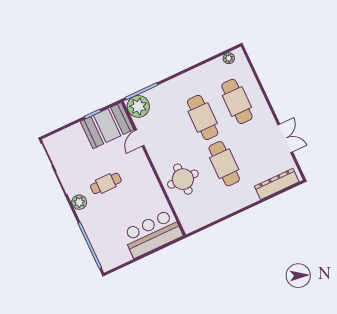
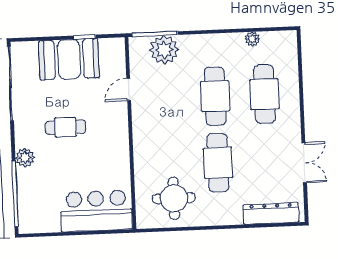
plant: (229, 58) -> (252, 39), moved
plant: (138, 106) -> (164, 50), moved
booth: (107, 126) -> (69, 59), moved
round table: (183, 179) -> (174, 198), moved
plant: (79, 202) -> (25, 158), moved

